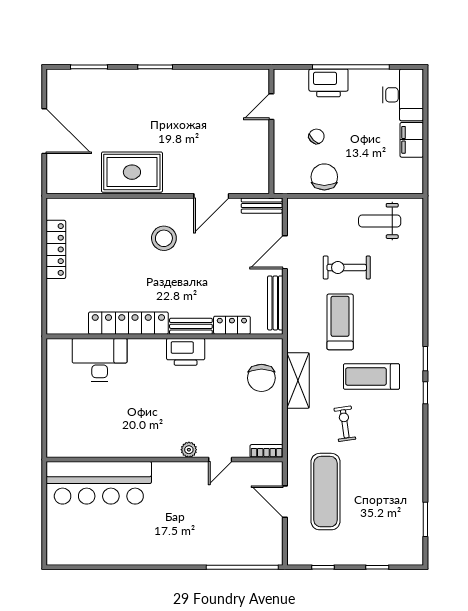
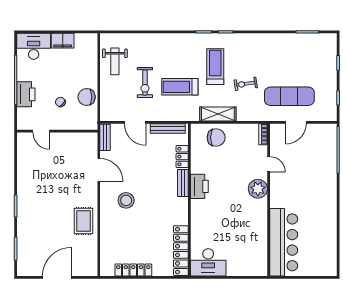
rug: (132, 172) -> (83, 221), width x0.73, depth x0.70
locker: (128, 323) -> (181, 251), moved
desk: (100, 360) -> (208, 262), moved, turned -90
treadmill: (372, 376) -> (215, 67), turned 180
plant: (189, 450) -> (258, 189), width x1.88, depth x1.88

